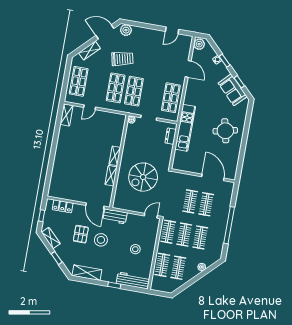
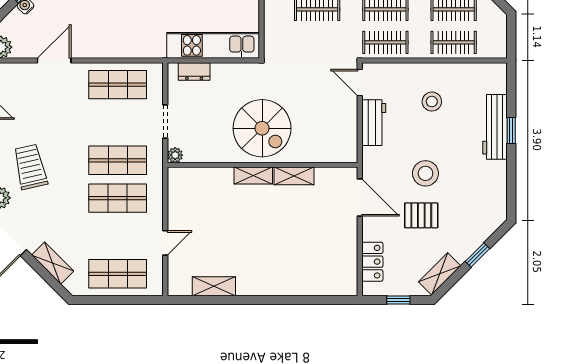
trolley: (122, 59) -> (30, 167), moved
door: (90, 107) -> (165, 243), hinge flipped
shelving: (66, 115) -> (214, 286), moved
kitchen unit: (185, 128) -> (213, 45), moved
spiral stairs: (143, 177) -> (262, 128), moved
door: (95, 206) -> (360, 197), hinge flipped
workbench: (115, 216) -> (374, 123), moved
shelving: (87, 273) -> (496, 190), removed
workbench: (133, 280) -> (495, 127), moved

